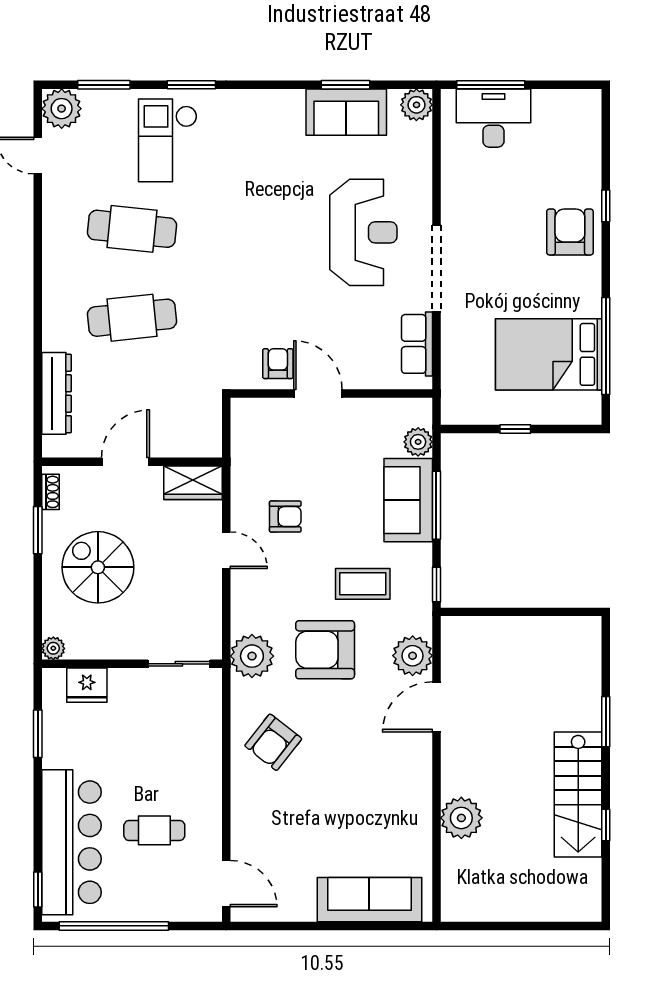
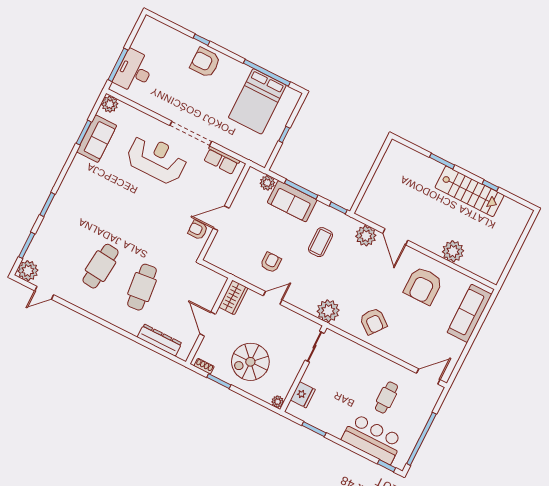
checkout: (168, 140) -> (68, 229), removed
armchair: (325, 650) -> (423, 286), moved
bar counter: (71, 842) -> (372, 439), width x0.73

